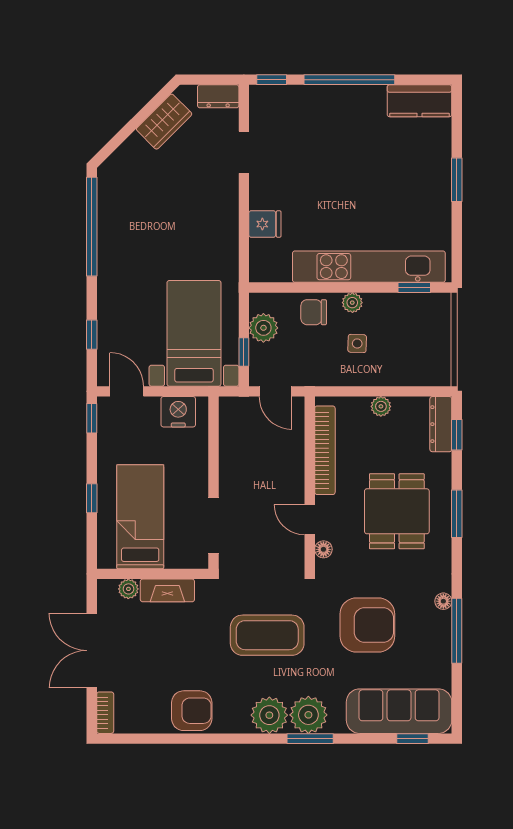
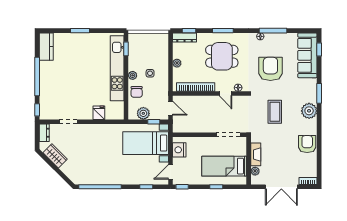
door: (276, 391) -> (171, 108), hinge flipped
door: (310, 520) -> (225, 94), hinge flipped
coffee table: (267, 635) -> (275, 112), width x0.73, depth x0.76
plant: (308, 715) -> (309, 94), removed

